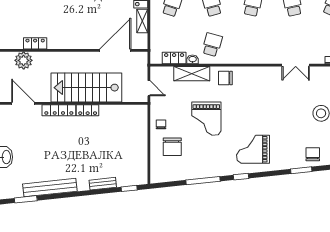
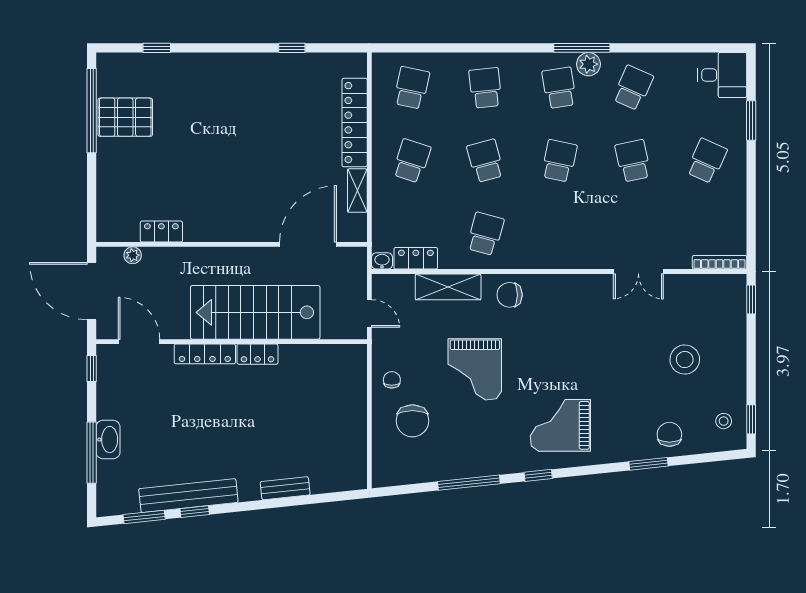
washbasin: (193, 59) -> (382, 261), moved
plant: (24, 60) -> (133, 255), width x0.53, depth x0.53
window: (129, 188) -> (195, 512), moved

